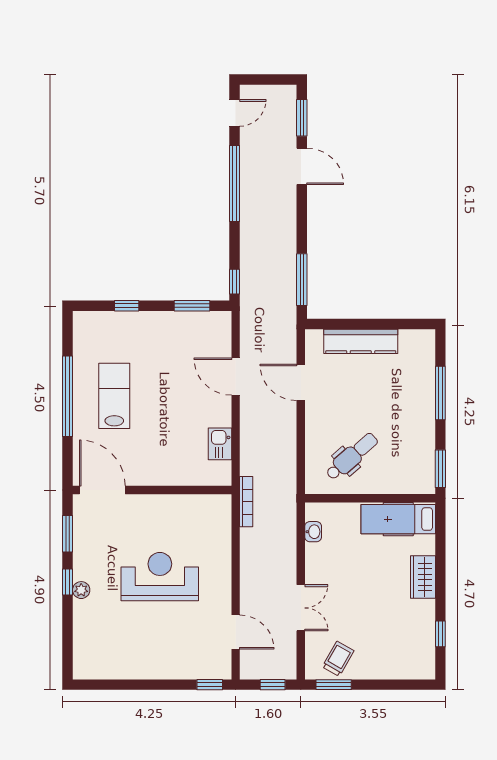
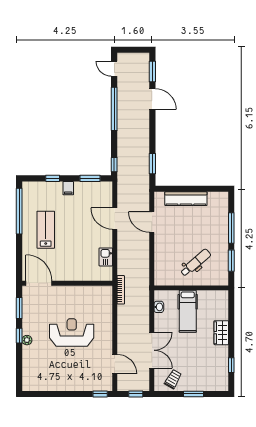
door: (235, 113) -> (114, 69), swing flipped
window: (302, 280) -> (152, 164), width x0.69
filing cabinet: (154, 323) -> (68, 188), added
window: (68, 396) -> (19, 211), moved
dental chair: (352, 456) -> (196, 263), moved
window: (440, 469) -> (231, 261), moved
hospital bed: (398, 519) -> (188, 311), moved, turned -90
double door: (301, 608) -> (152, 350), width x1.37
window: (334, 685) -> (194, 394), moved

